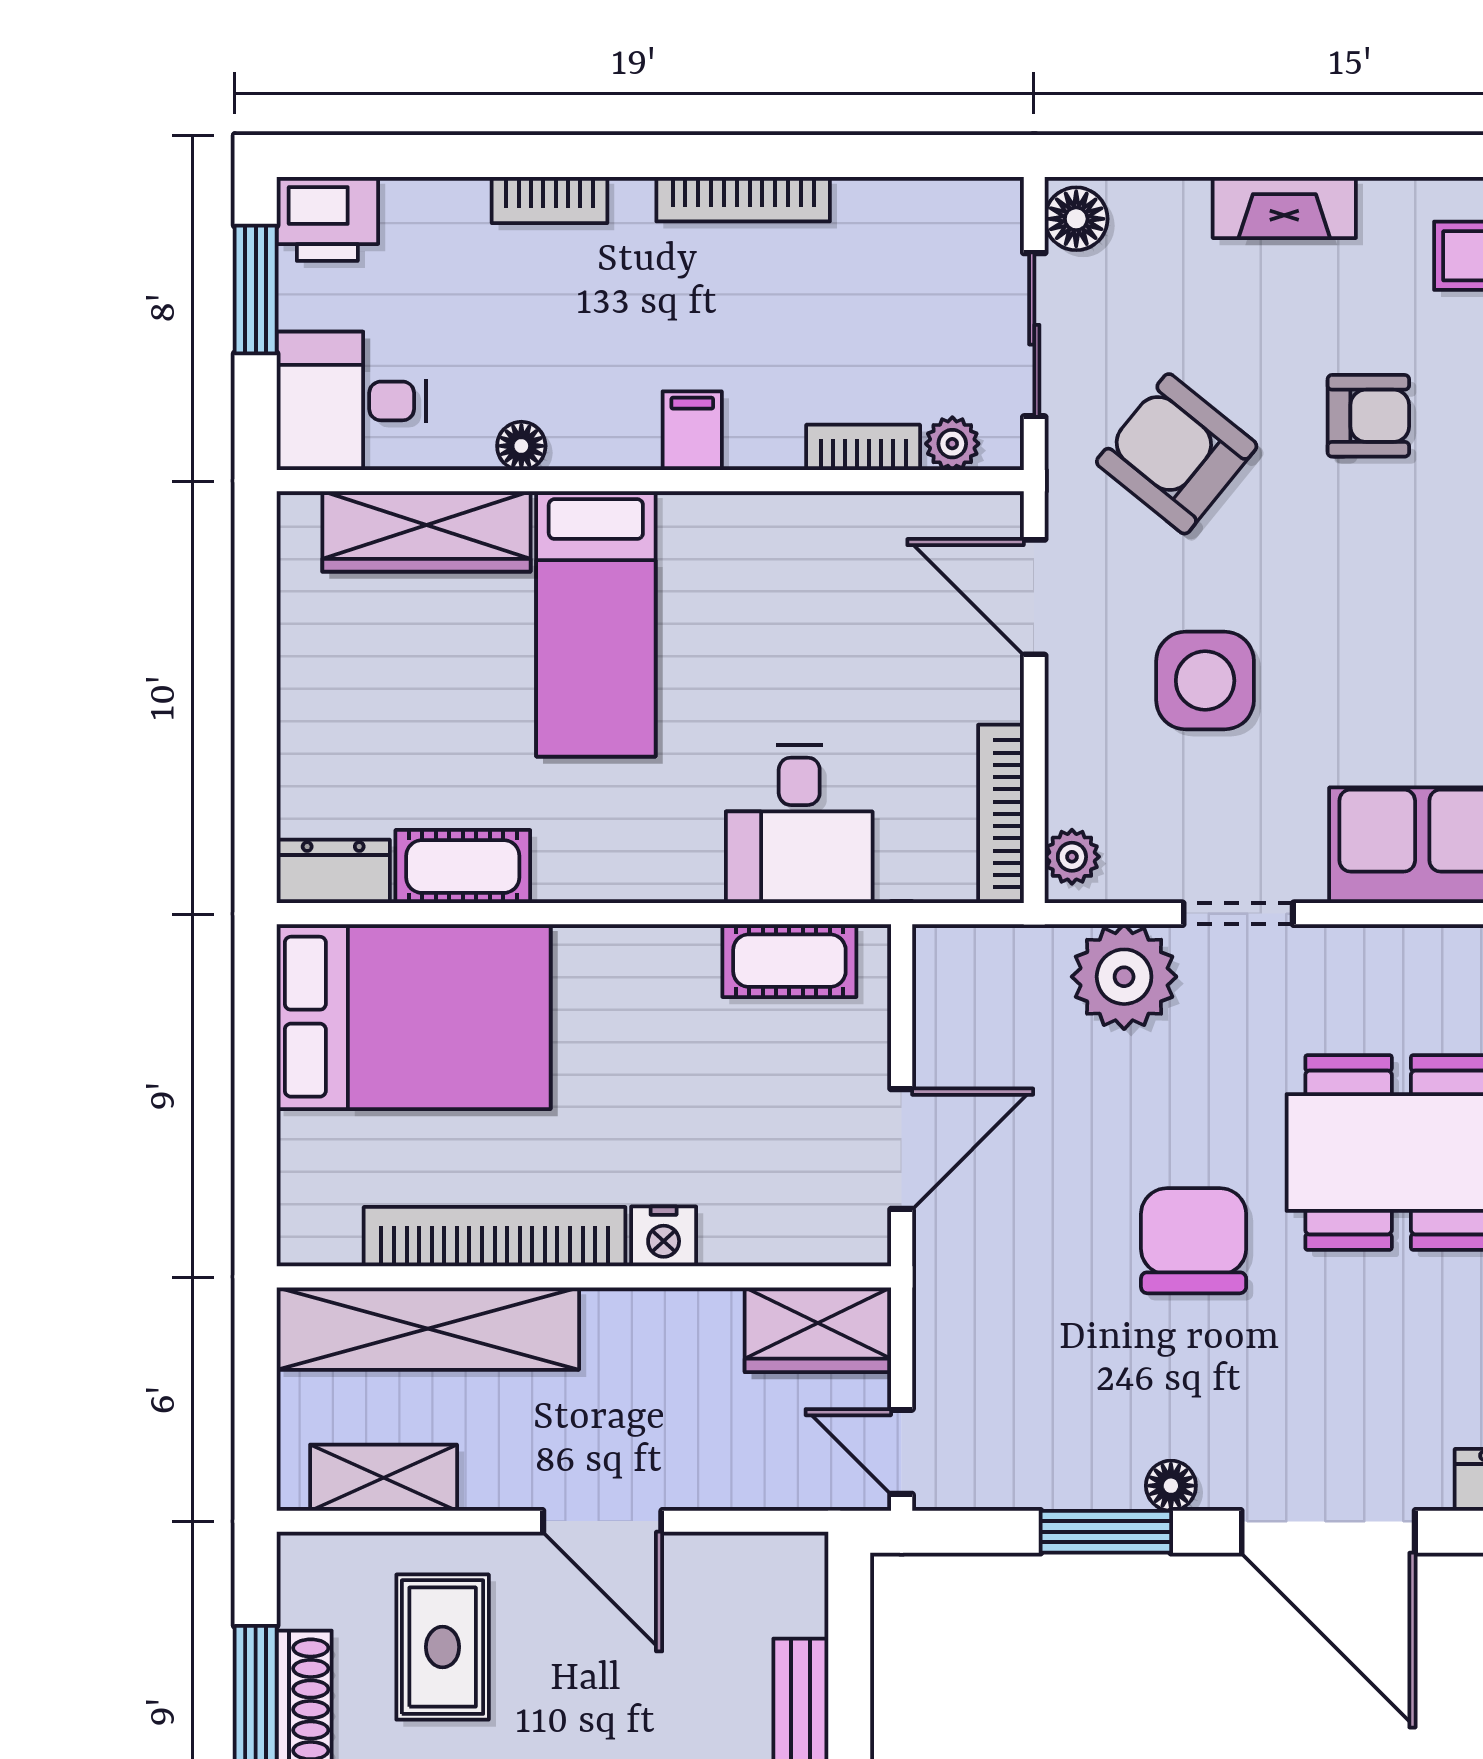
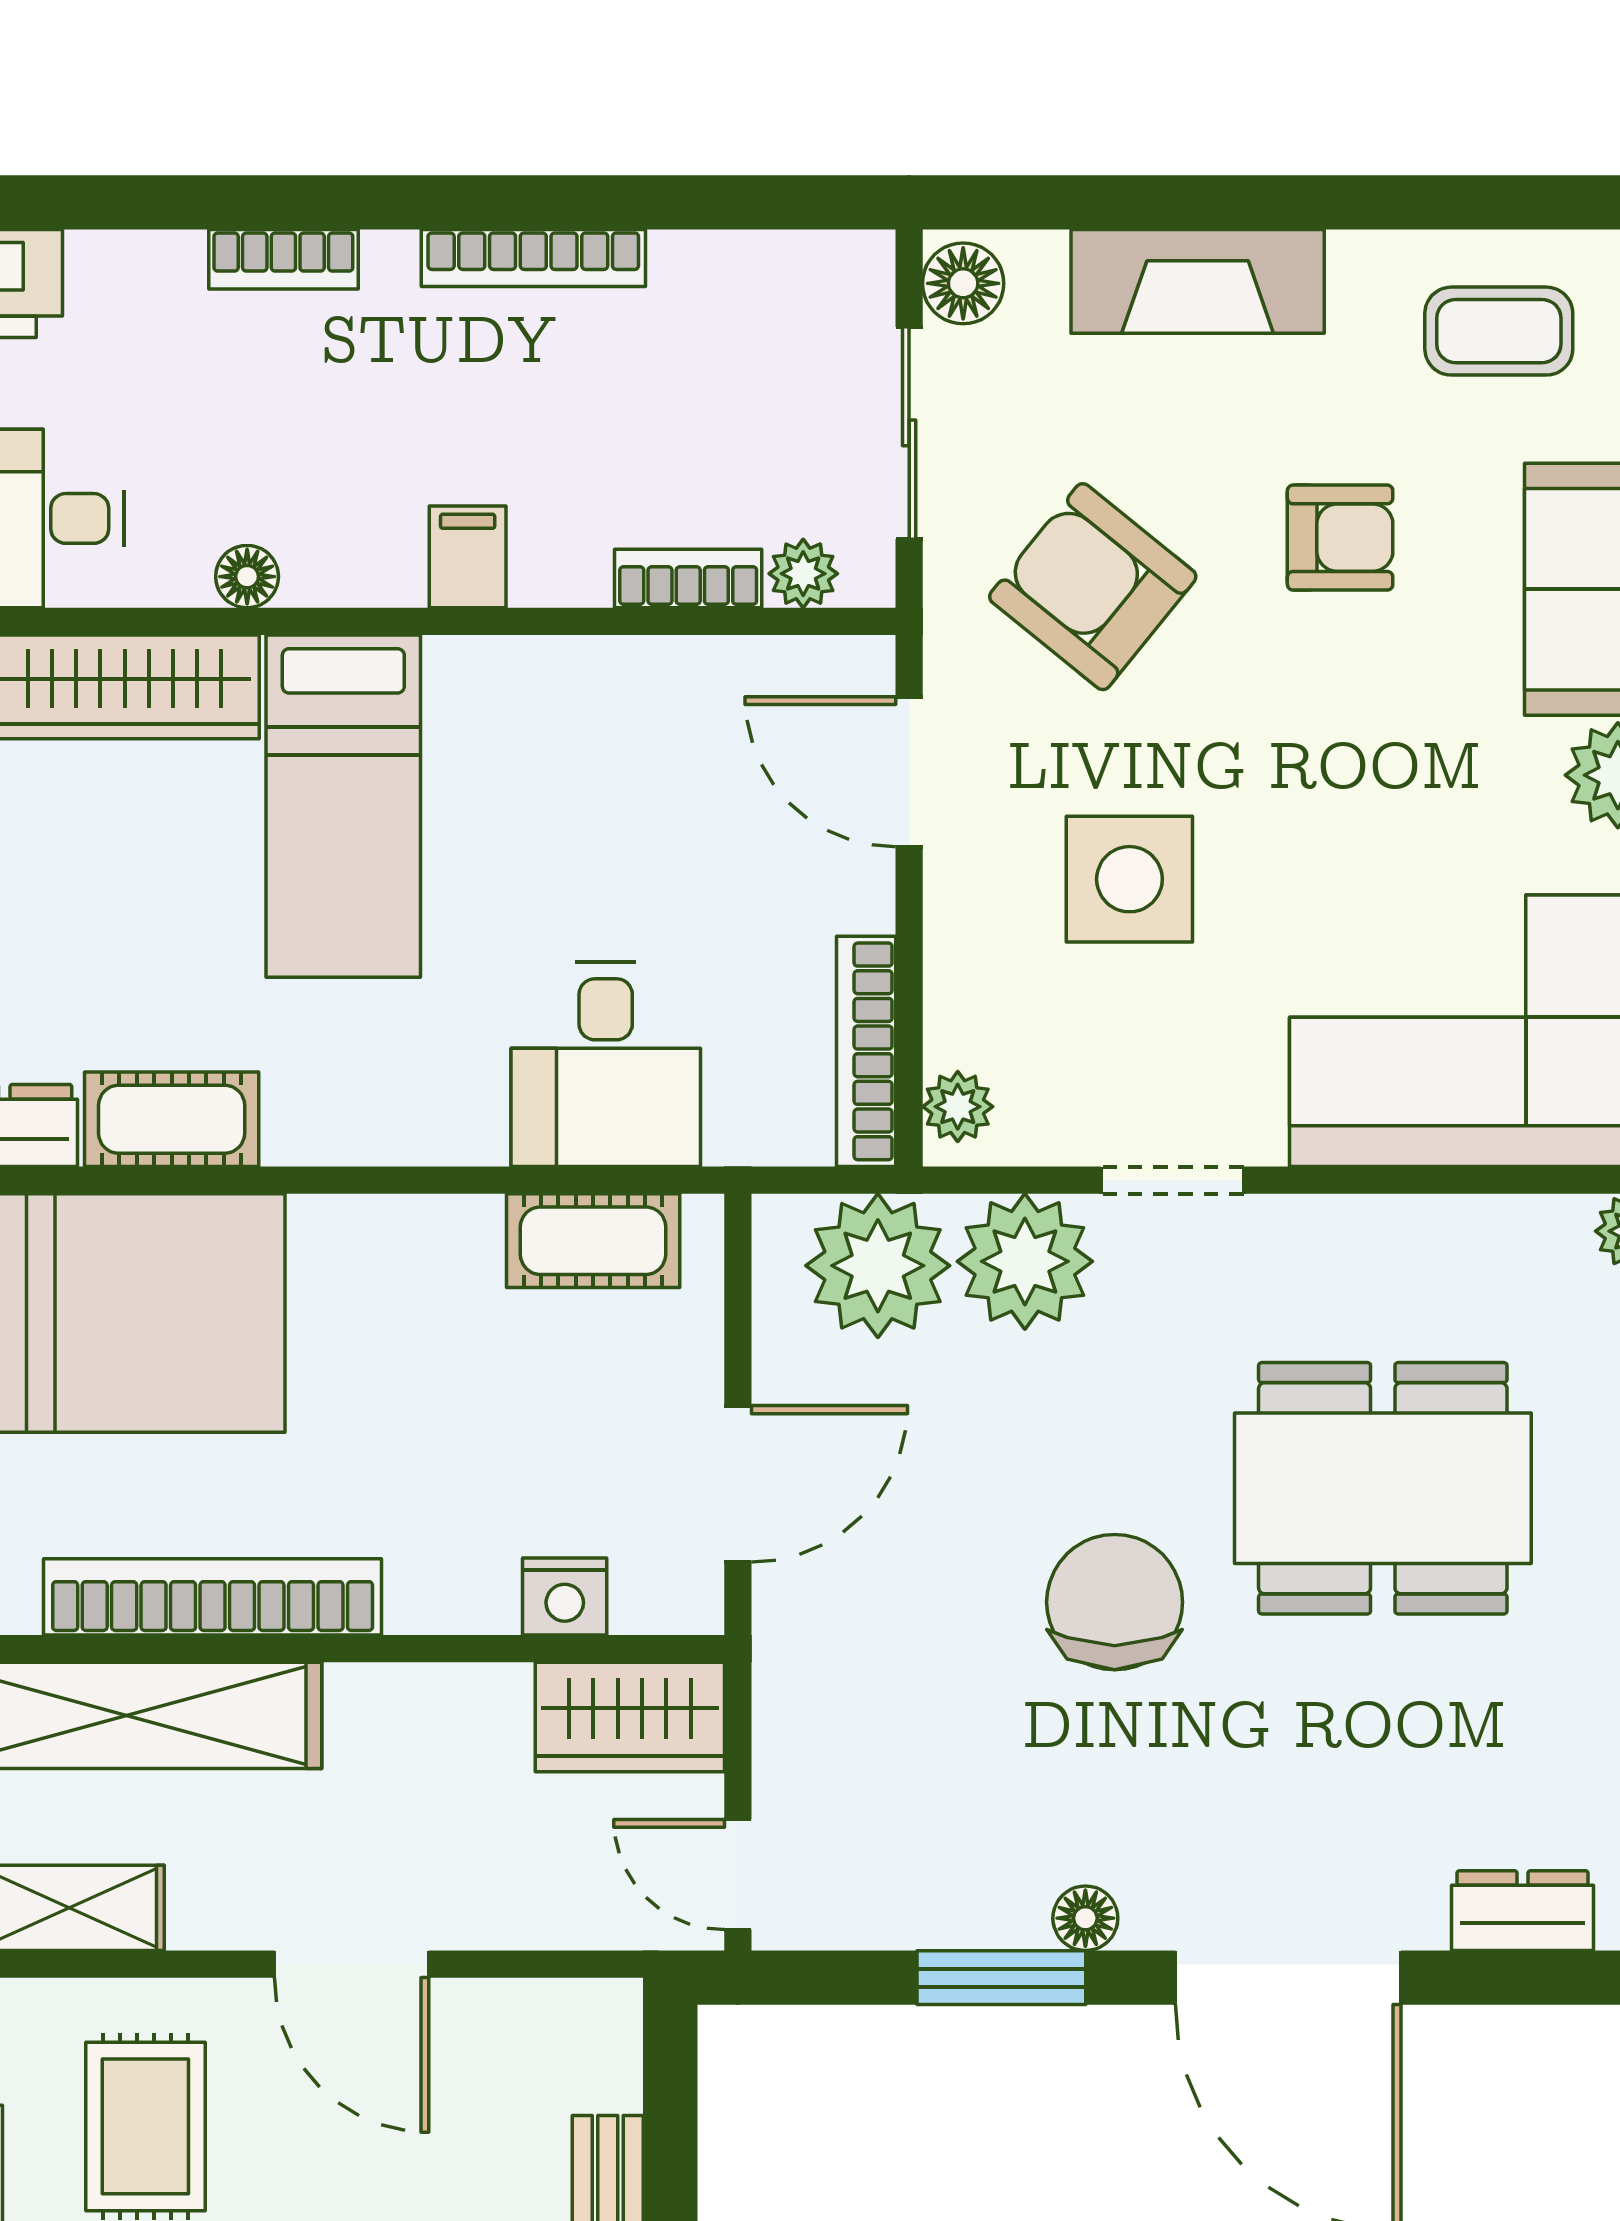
fireplace: (1284, 208) -> (1198, 281), width x1.37, depth x1.32
plant: (1010, 980) -> (878, 1266), added
nightstand: (664, 1236) -> (565, 1597), moved

